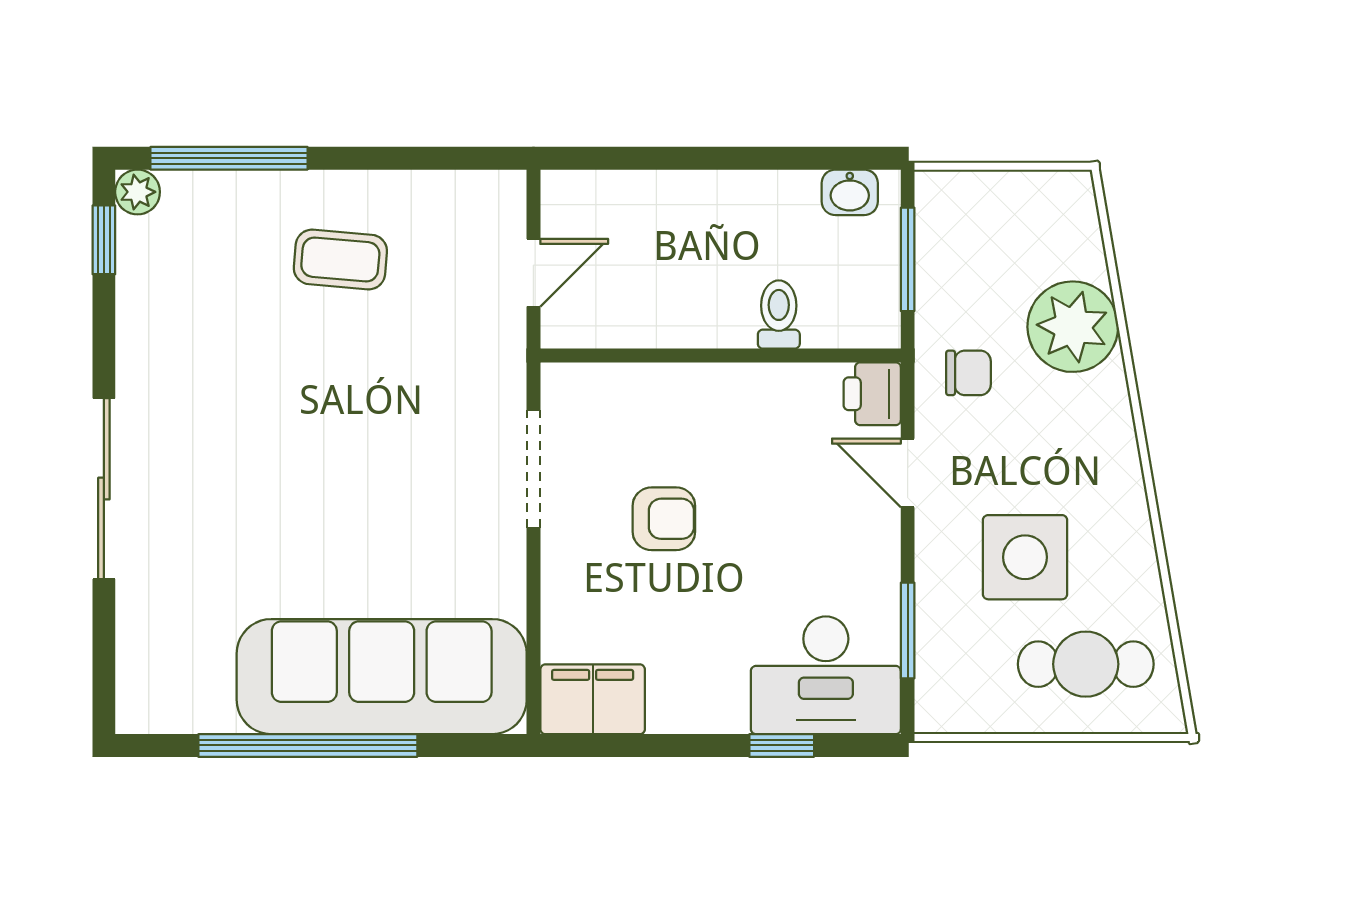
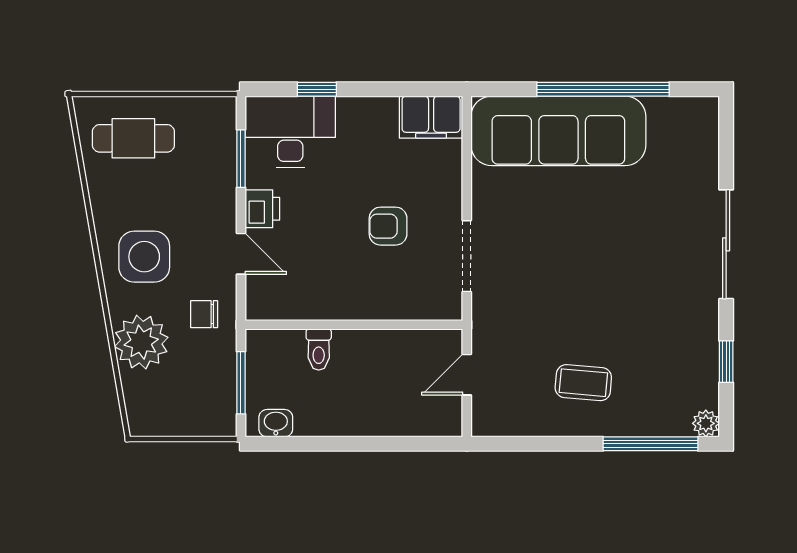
window: (104, 240) -> (726, 362), moved
printer: (872, 394) -> (262, 209), moved
side table: (1025, 557) -> (144, 257), moved

